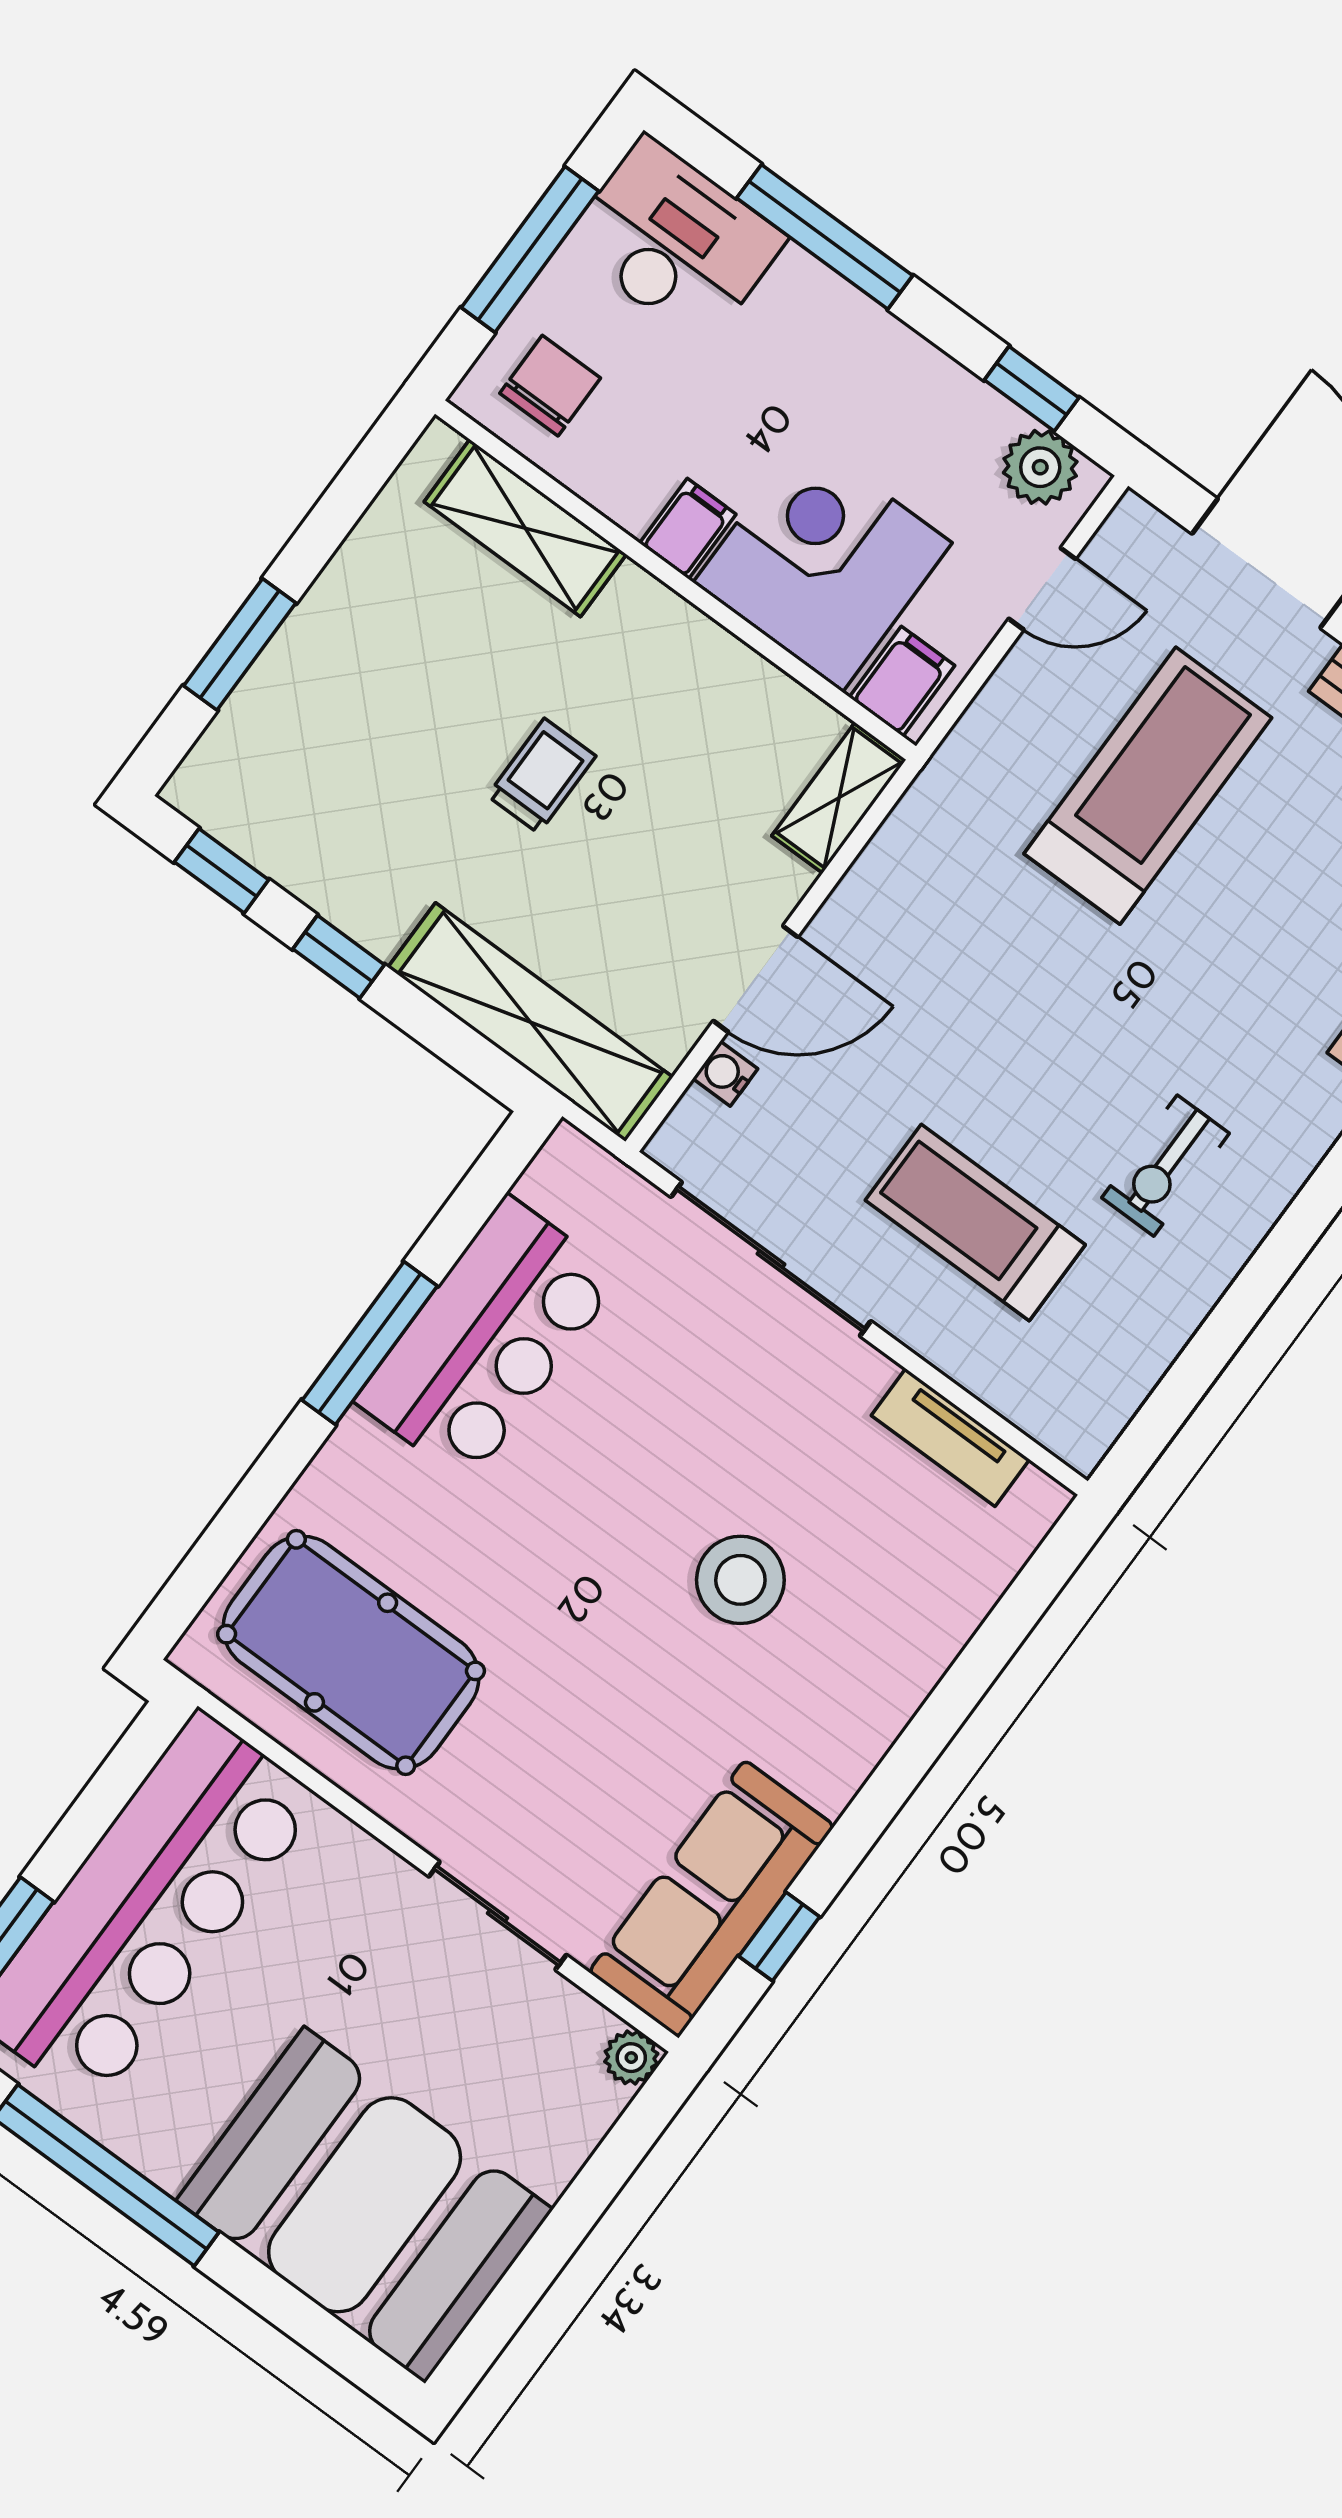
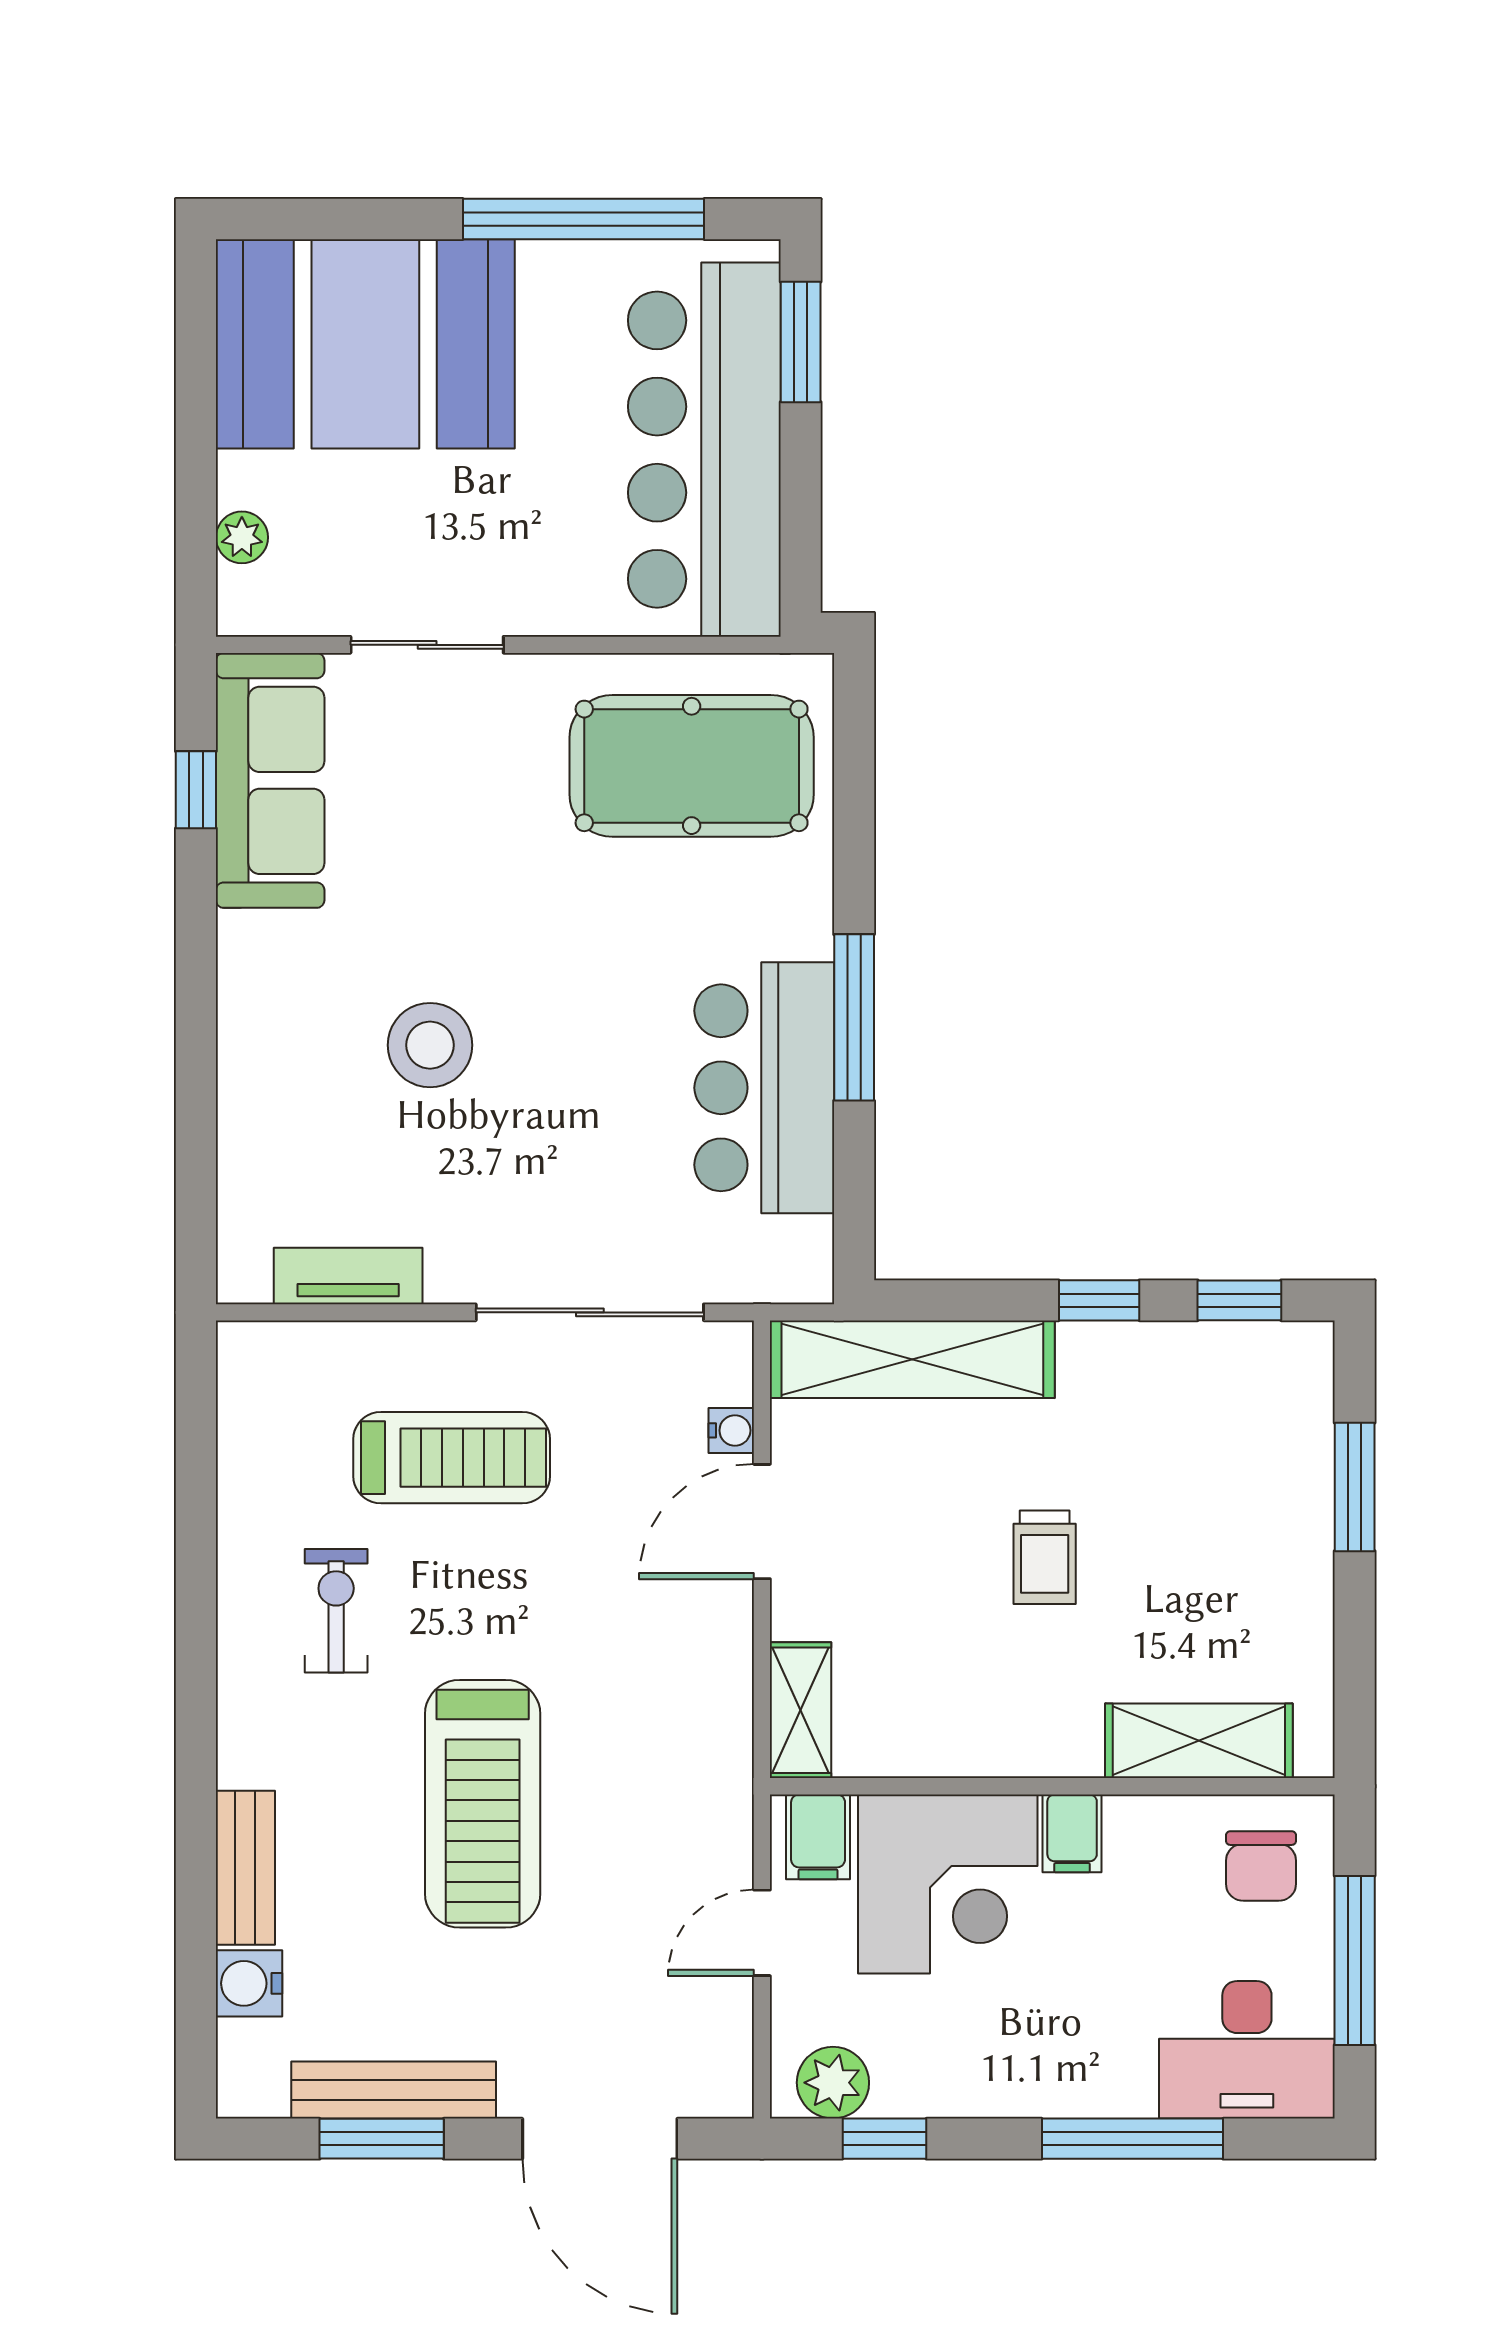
door: (1042, 589) -> (762, 1933), moved
treadmill: (1148, 786) -> (483, 1804), moved
plant: (631, 2058) -> (242, 537), moved

